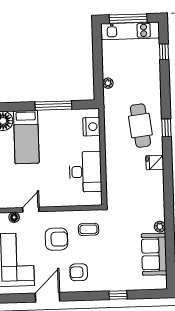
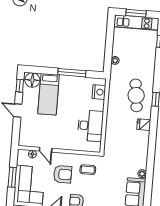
window: (128, 19) -> (136, 13), width x0.69
door: (31, 210) -> (46, 150), swing flipped

